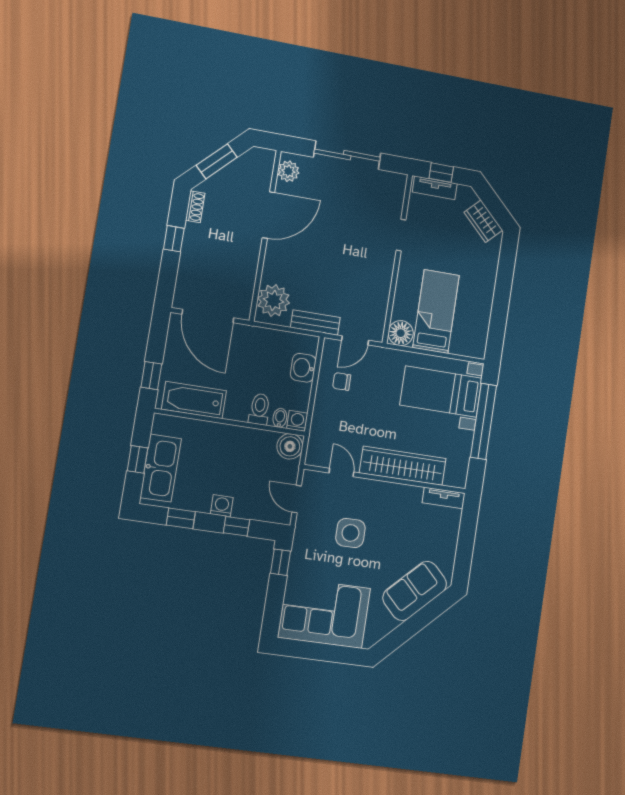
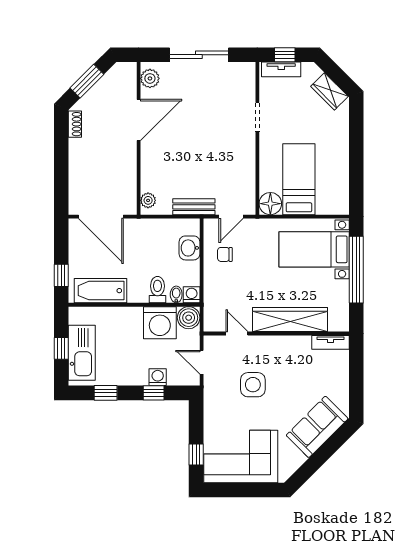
window: (174, 239) -> (61, 155), removed
plant: (274, 300) -> (148, 200), width x0.53, depth x0.53
washing machine: (256, 447) -> (160, 323), added
washing machine: (222, 506) -> (158, 377), moved
window: (281, 562) -> (196, 454), moved

